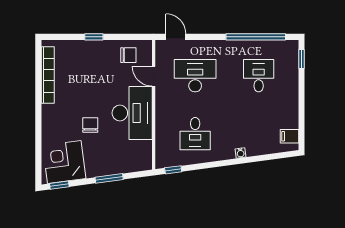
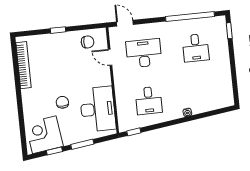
desk: (259, 76) -> (196, 48), turned 180
desk: (132, 113) -> (98, 109), moved
filing cabinet: (289, 136) -> (226, 95), removed
window: (59, 185) -> (54, 151), moved

